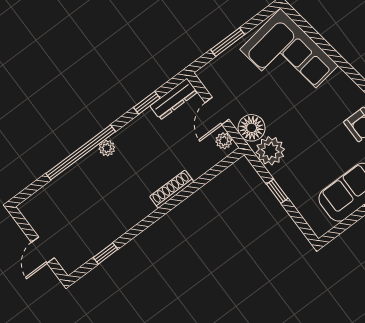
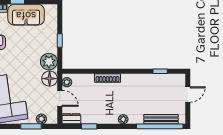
plant: (221, 63) -> (41, 119), added
dresser: (174, 99) -> (71, 119), width x0.70
door: (217, 111) -> (60, 98), hinge flipped
window: (81, 152) -> (160, 126), moved
bench: (54, 188) -> (161, 119), added

